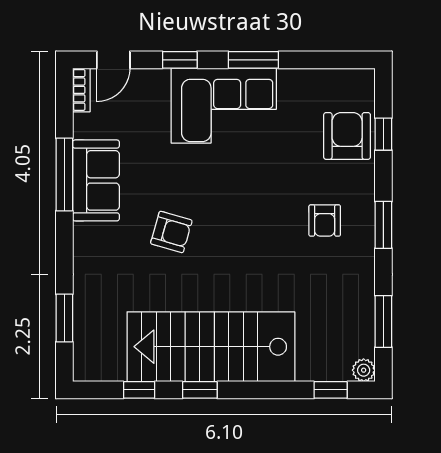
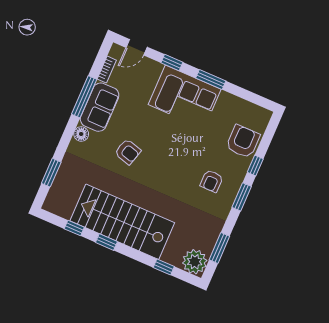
bookcase: (81, 90) -> (107, 70), moved
window: (383, 134) -> (255, 165), moved
floor lamp: (85, 236) -> (81, 134), added
plant: (364, 370) -> (195, 262), width x1.87, depth x1.87
window: (331, 390) -> (164, 267), moved

